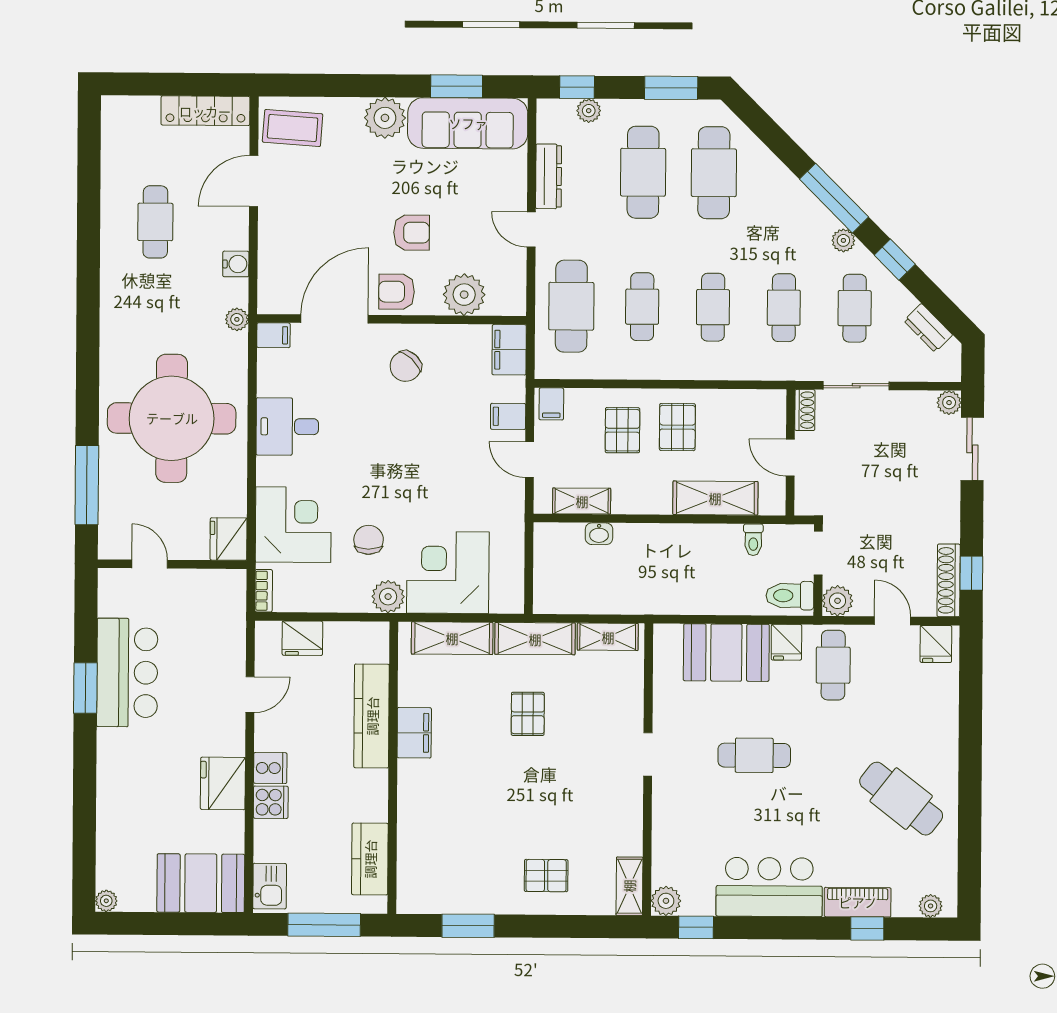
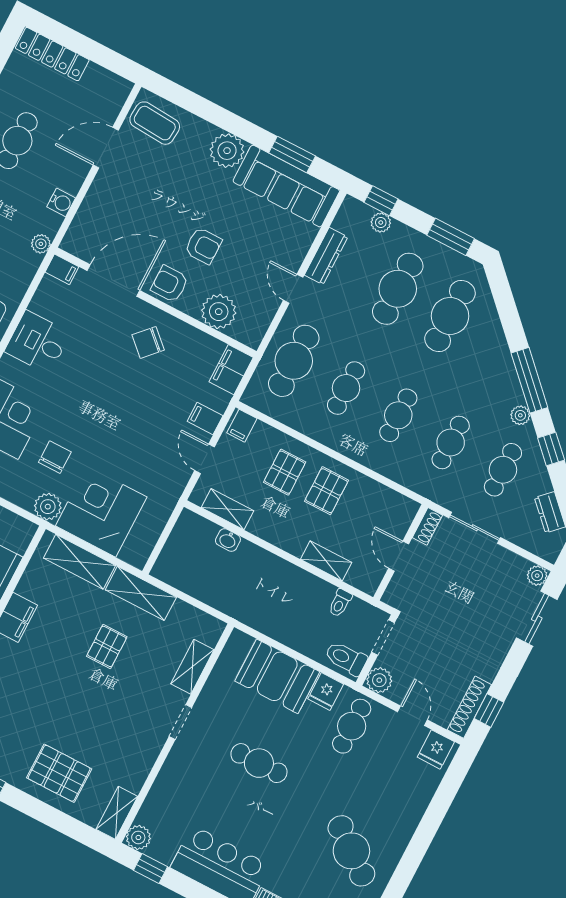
locker: (205, 111) -> (52, 54), moved
shelving: (715, 498) -> (326, 561), width x0.67, depth x0.75
shelving: (608, 637) -> (192, 667), moved, turned 90
pallet: (546, 876) -> (59, 773), width x1.50, depth x1.42

